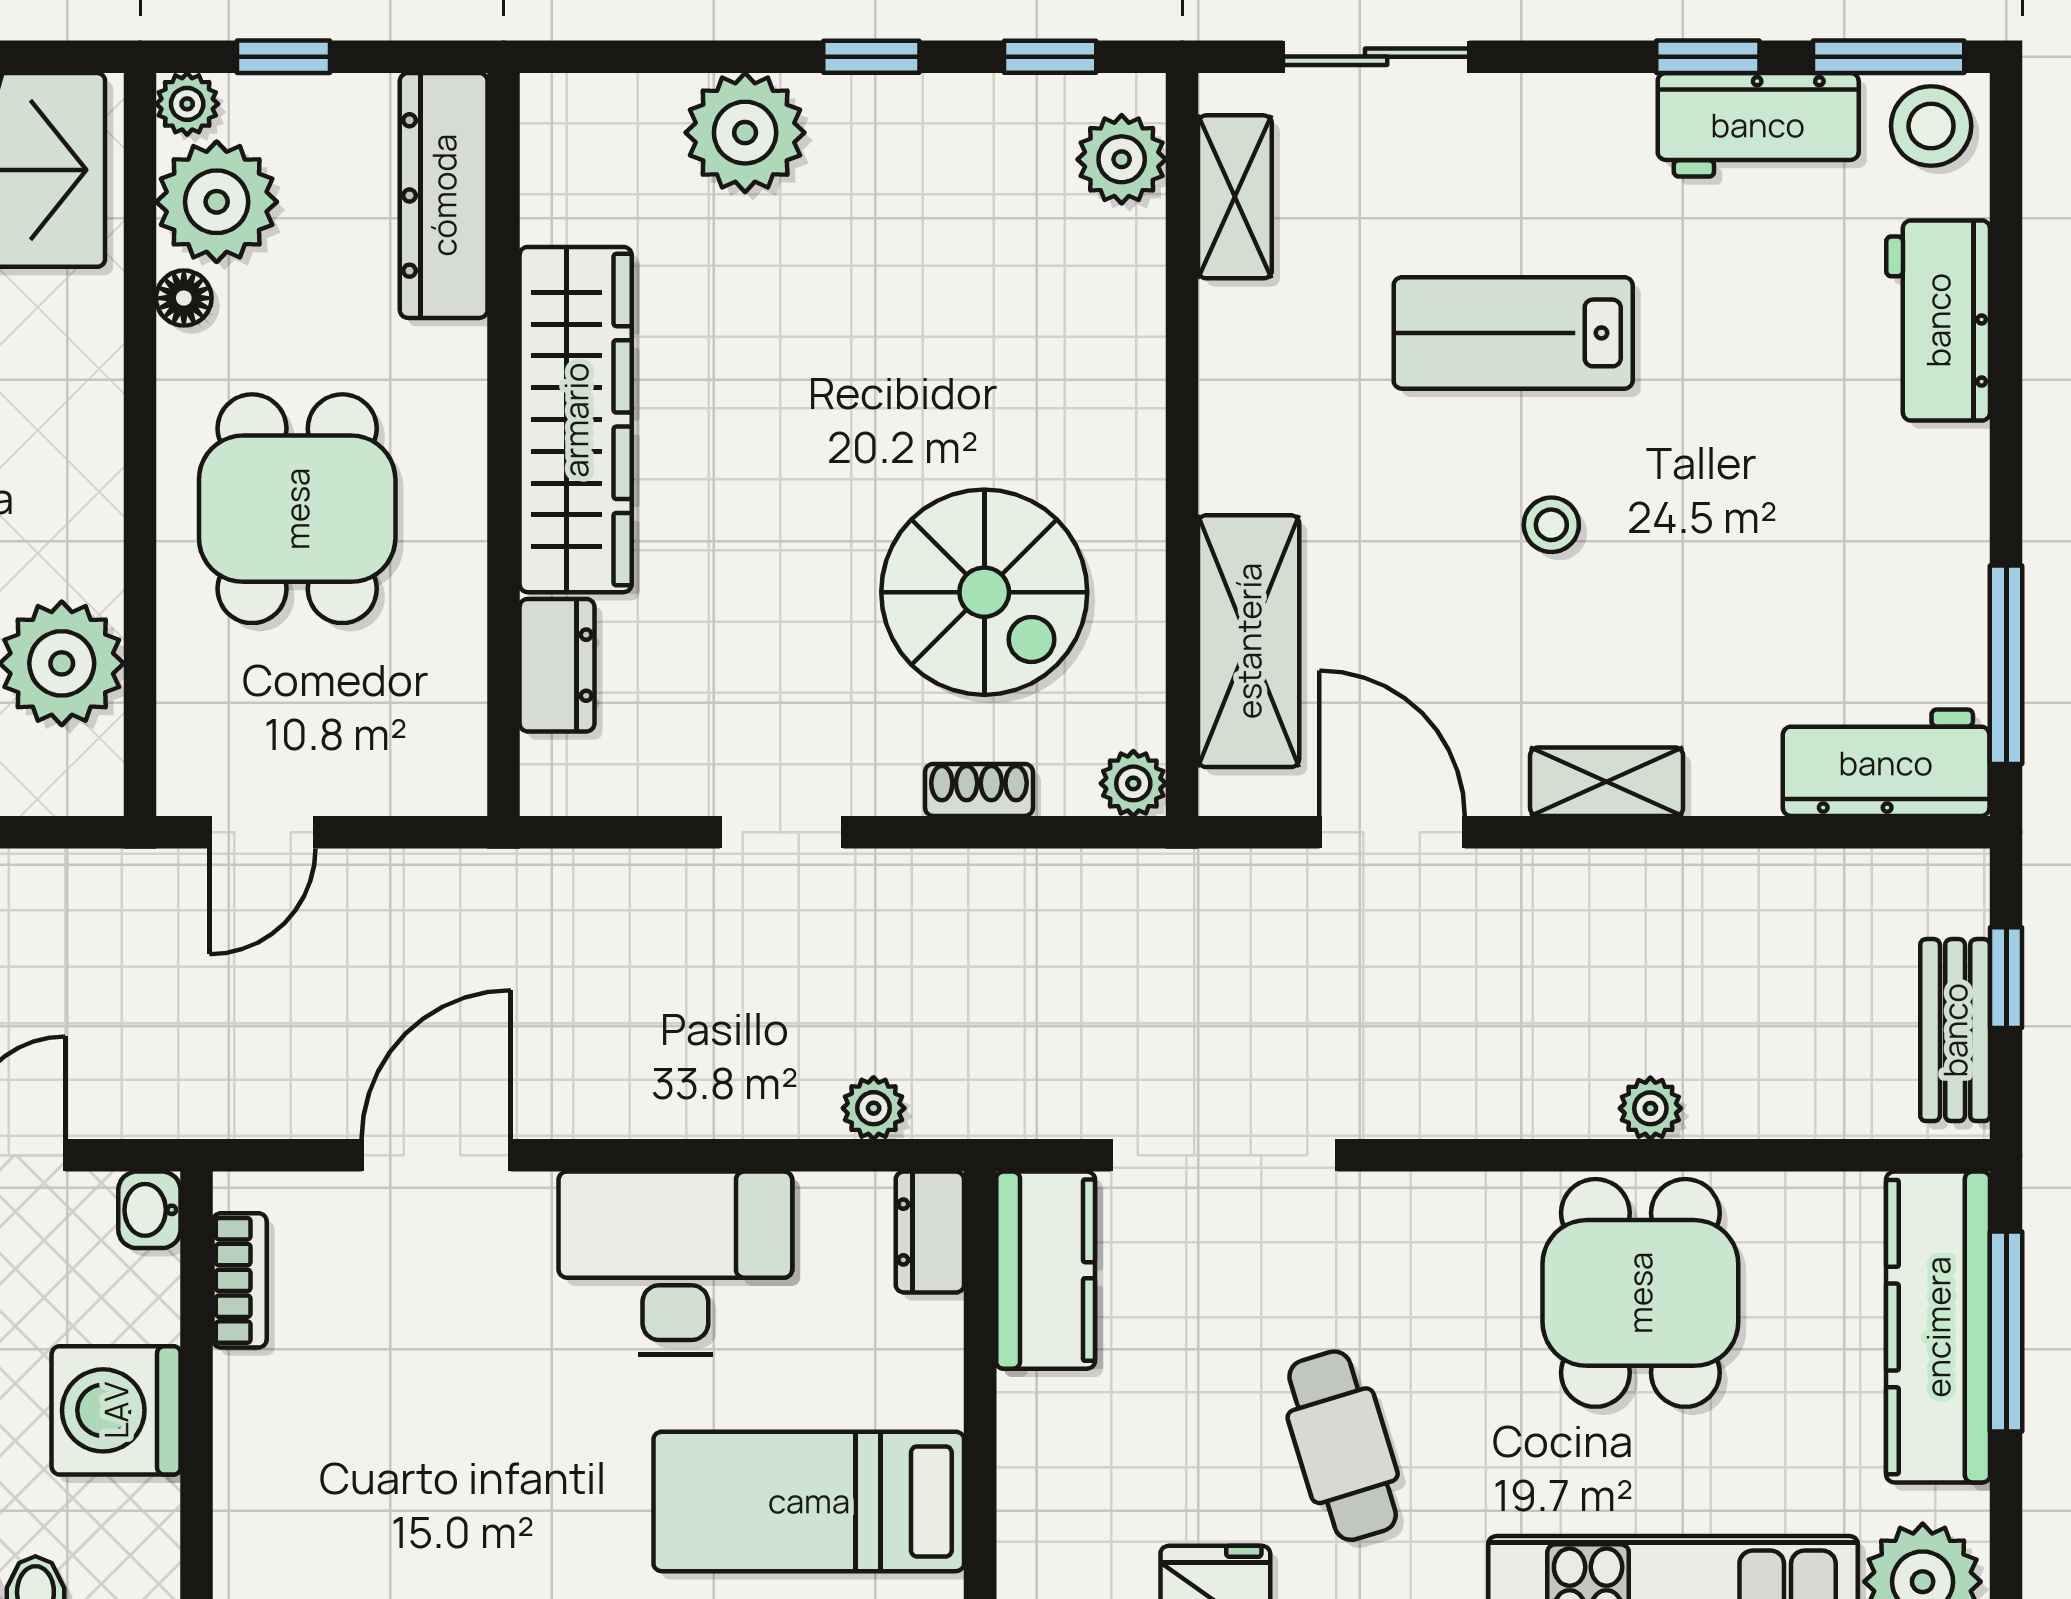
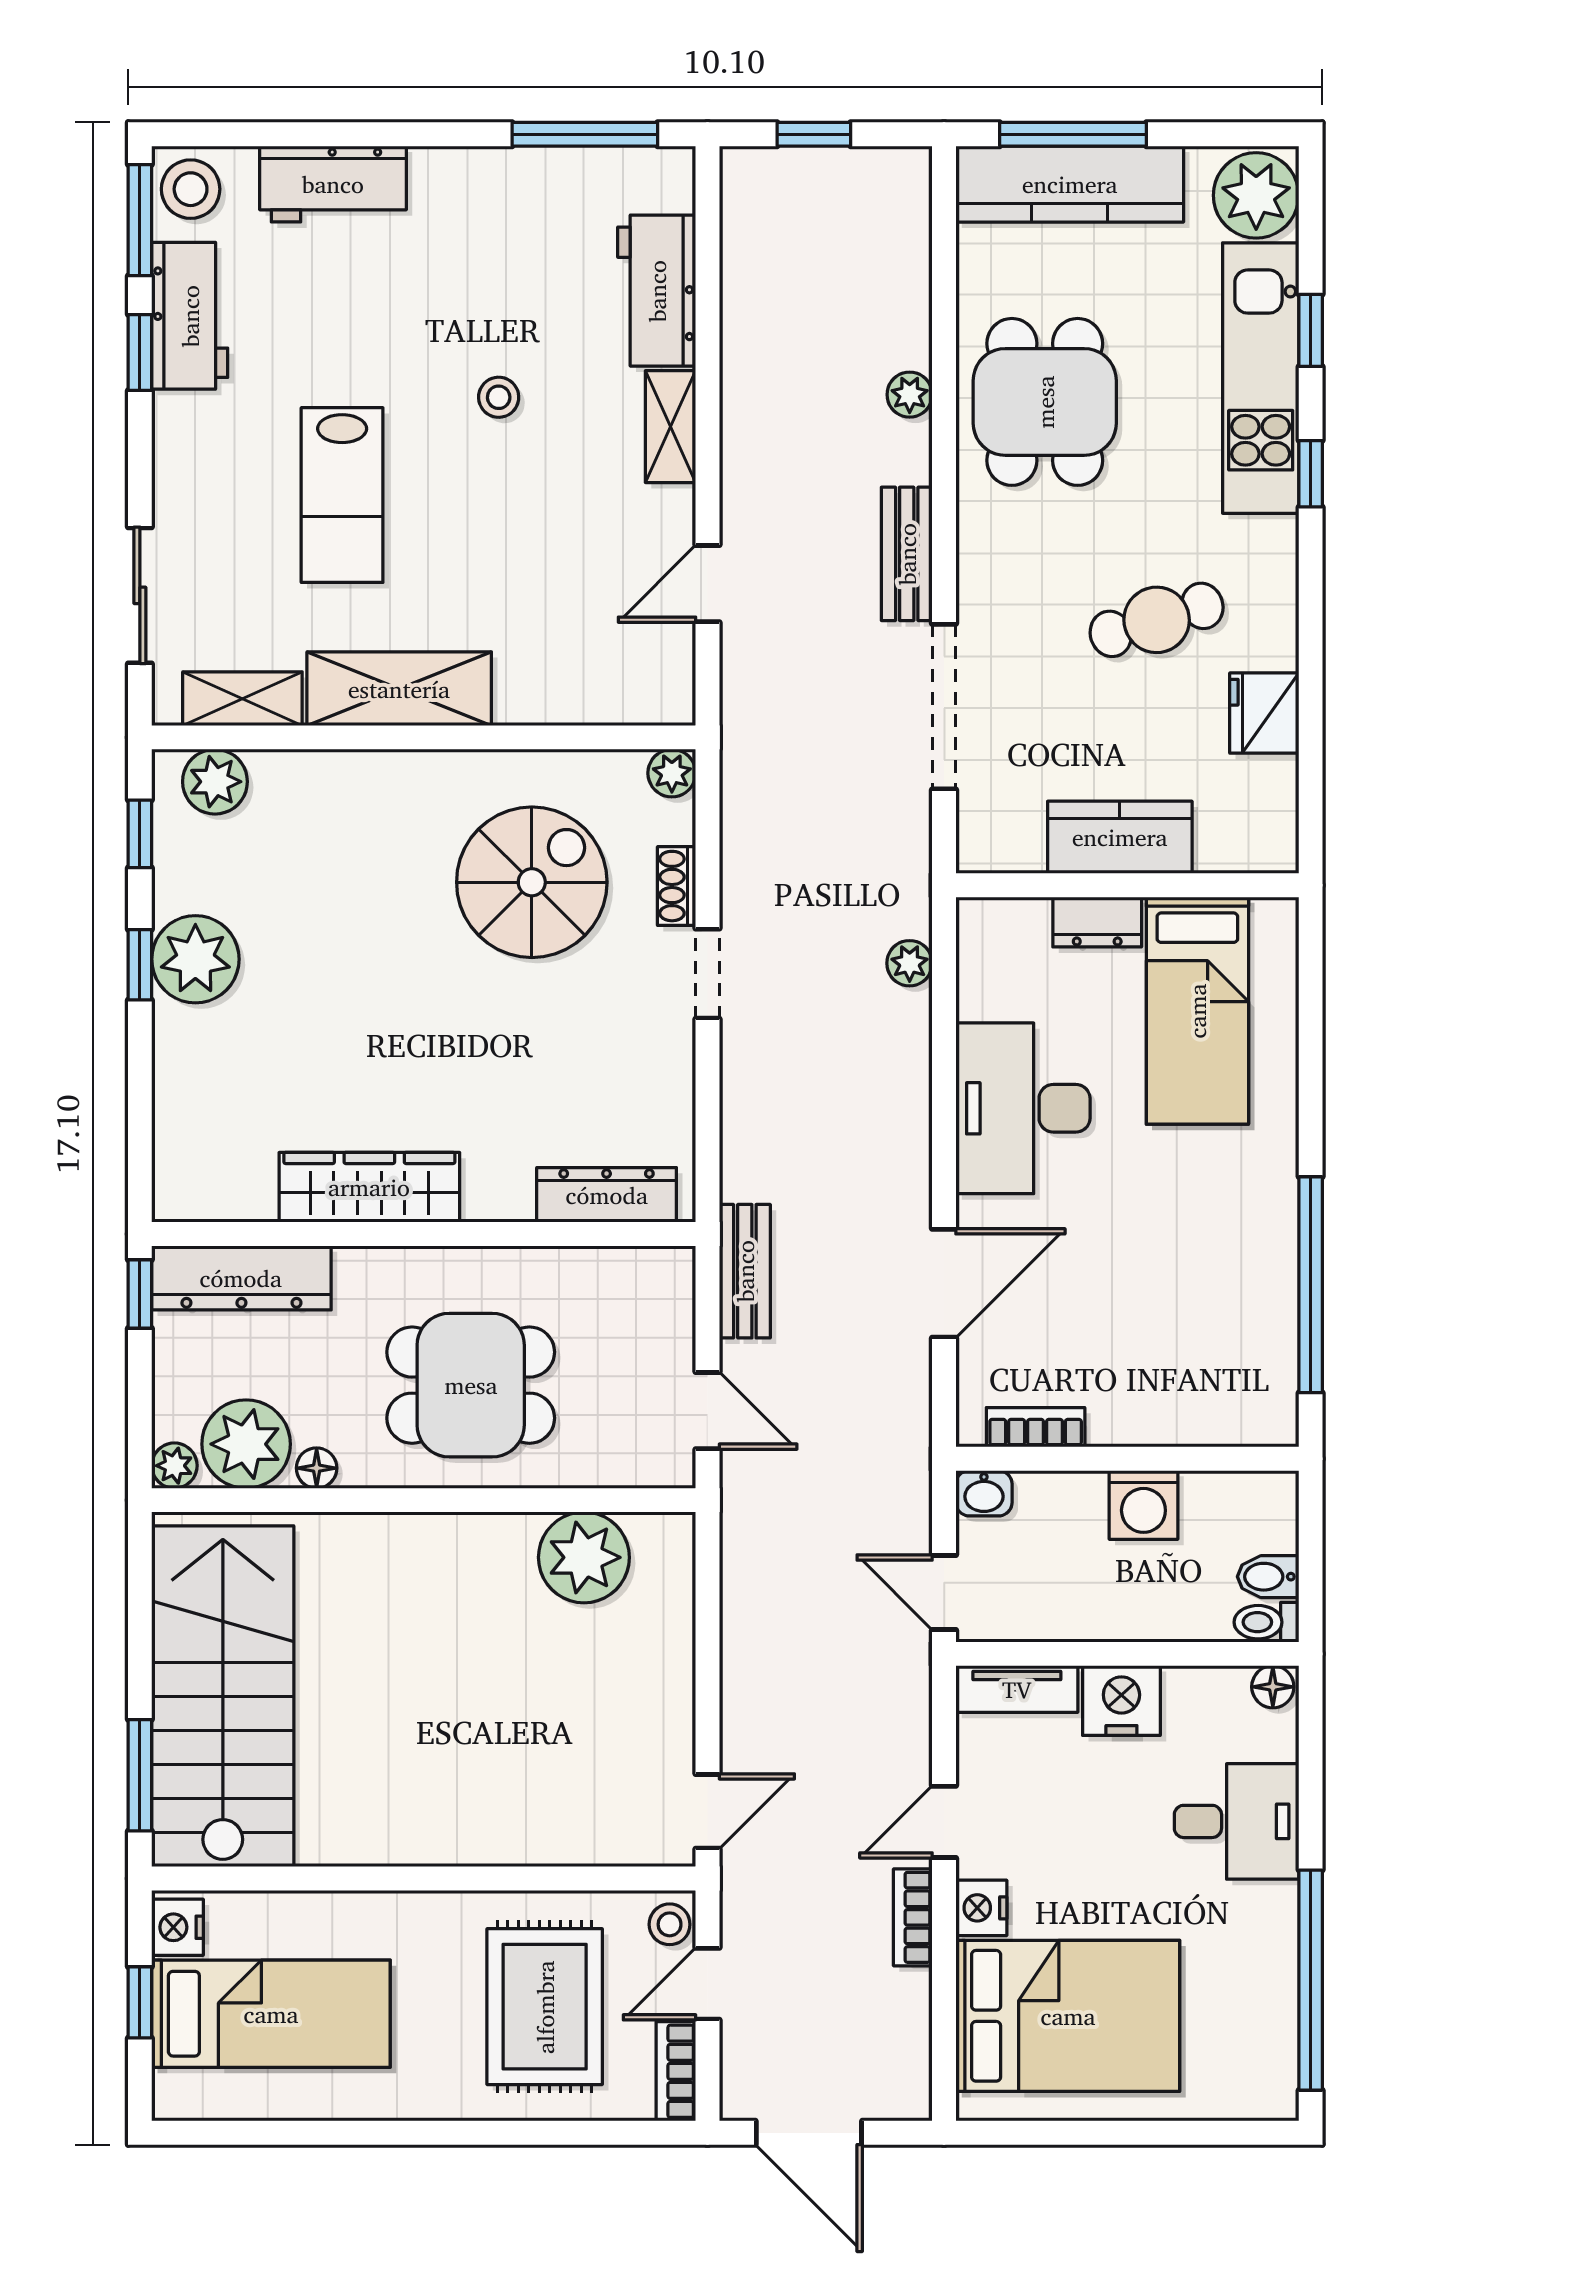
window: (284, 57) -> (140, 1294), moved
plant: (745, 133) -> (195, 959), moved
wardrobe: (576, 420) -> (369, 1187), width x0.71, depth x0.85
stool: (1551, 525) -> (499, 397), moved
shelving: (1249, 641) -> (399, 689), moved
dresser: (557, 665) -> (607, 1195), width x1.44
workbench: (1886, 763) -> (657, 291), moved
doorway: (782, 832) -> (708, 974), moved
door: (1392, 832) -> (708, 584), width x0.73
bench: (453, 883) -> (745, 1271), added
bench: (1955, 1030) -> (907, 554), moved, turned 90
door: (436, 1155) -> (944, 1283), swing flipped
dresser: (930, 1232) -> (1097, 922), moved
kitchen counter: (1046, 1270) -> (1120, 837), moved
dining table: (1640, 1293) -> (1045, 402), turned 90
washing machine: (116, 1410) -> (1143, 1505), width x0.73, depth x0.73

